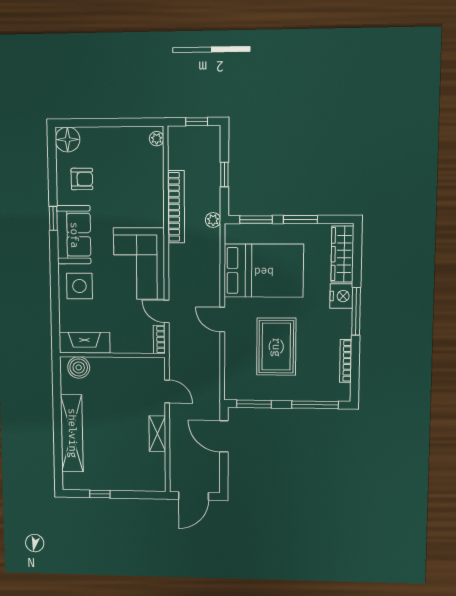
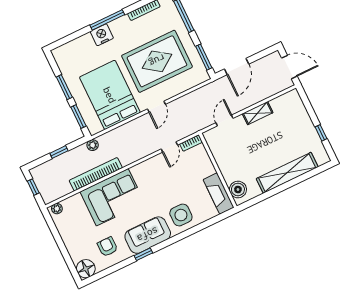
wardrobe: (342, 254) -> (74, 48), removed
corner sofa: (139, 264) -> (112, 197), moved
rug: (276, 347) -> (157, 61), width x1.37, depth x1.44

